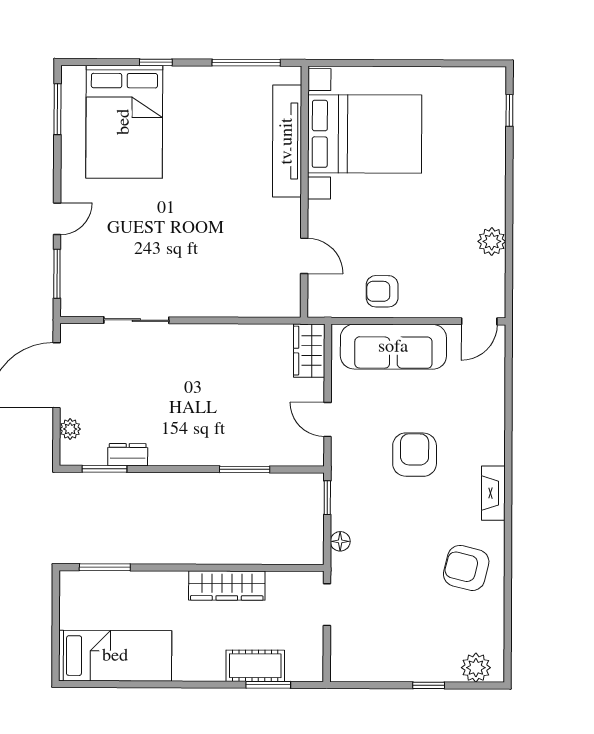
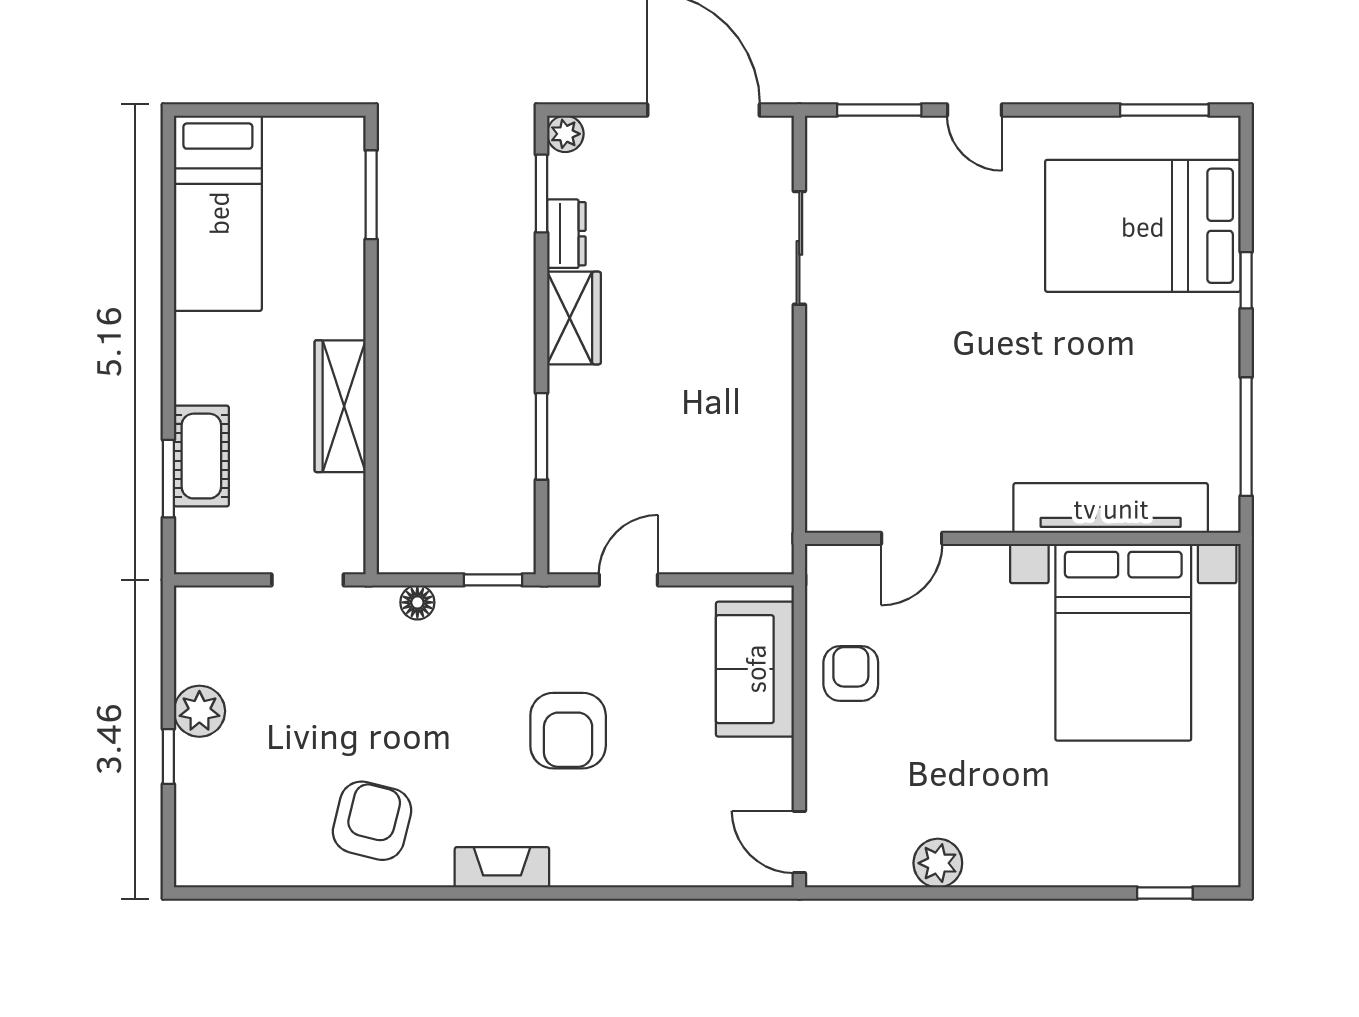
sofa: (393, 347) -> (755, 669), width x0.73
wardrobe: (309, 351) -> (574, 318), moved, turned 90
plant: (70, 429) -> (565, 134), moved
armchair: (415, 455) -> (568, 731), turned 90
plant: (476, 668) -> (199, 711), moved

